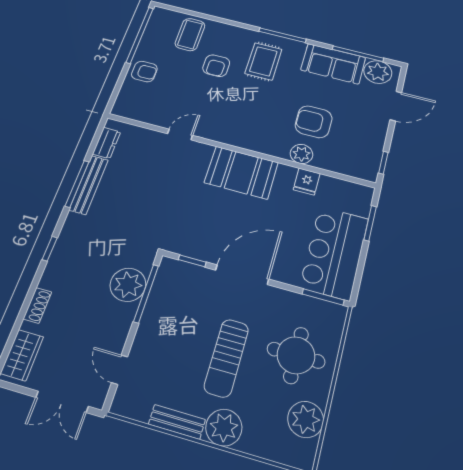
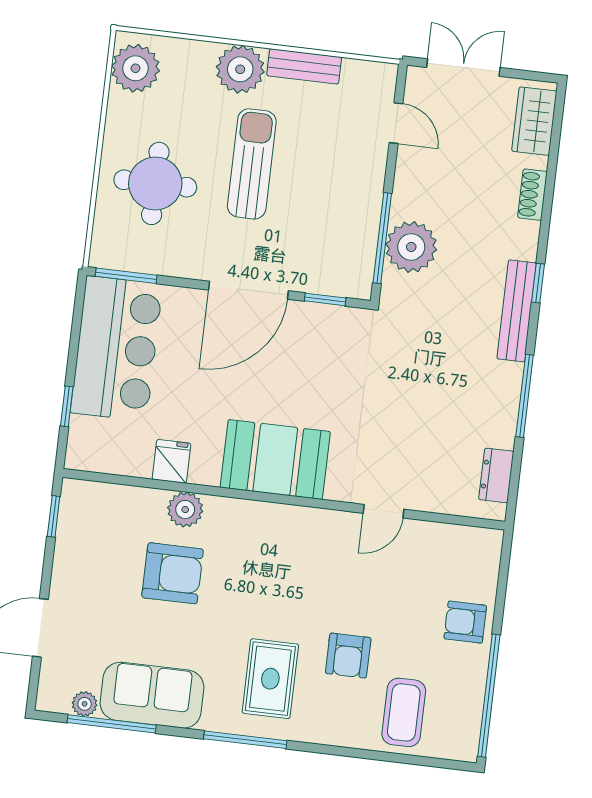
armchair: (216, 66) -> (348, 656), turned 180
plant: (378, 72) -> (85, 704), width x0.53, depth x0.53
bench: (89, 185) -> (517, 311), moved
window: (370, 223) -> (67, 406), width x0.67
plant: (306, 419) -> (135, 68), moved

